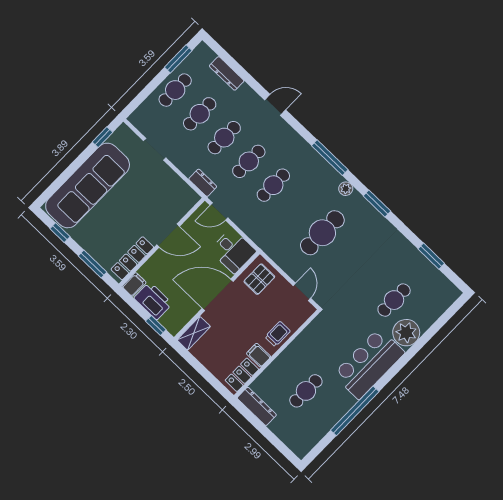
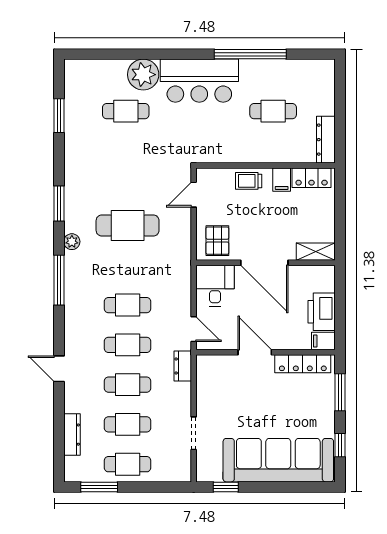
pallet: (259, 279) -> (217, 241), turned 90
window: (156, 325) -> (340, 290), removed

